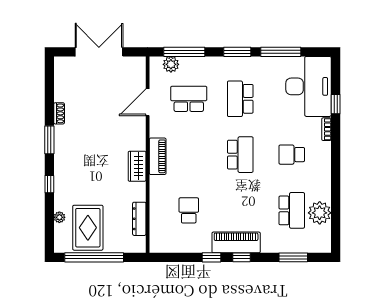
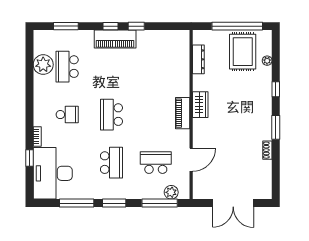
school desk: (189, 99) -> (156, 163), turned 180
school desk: (189, 210) -> (156, 67), removed

